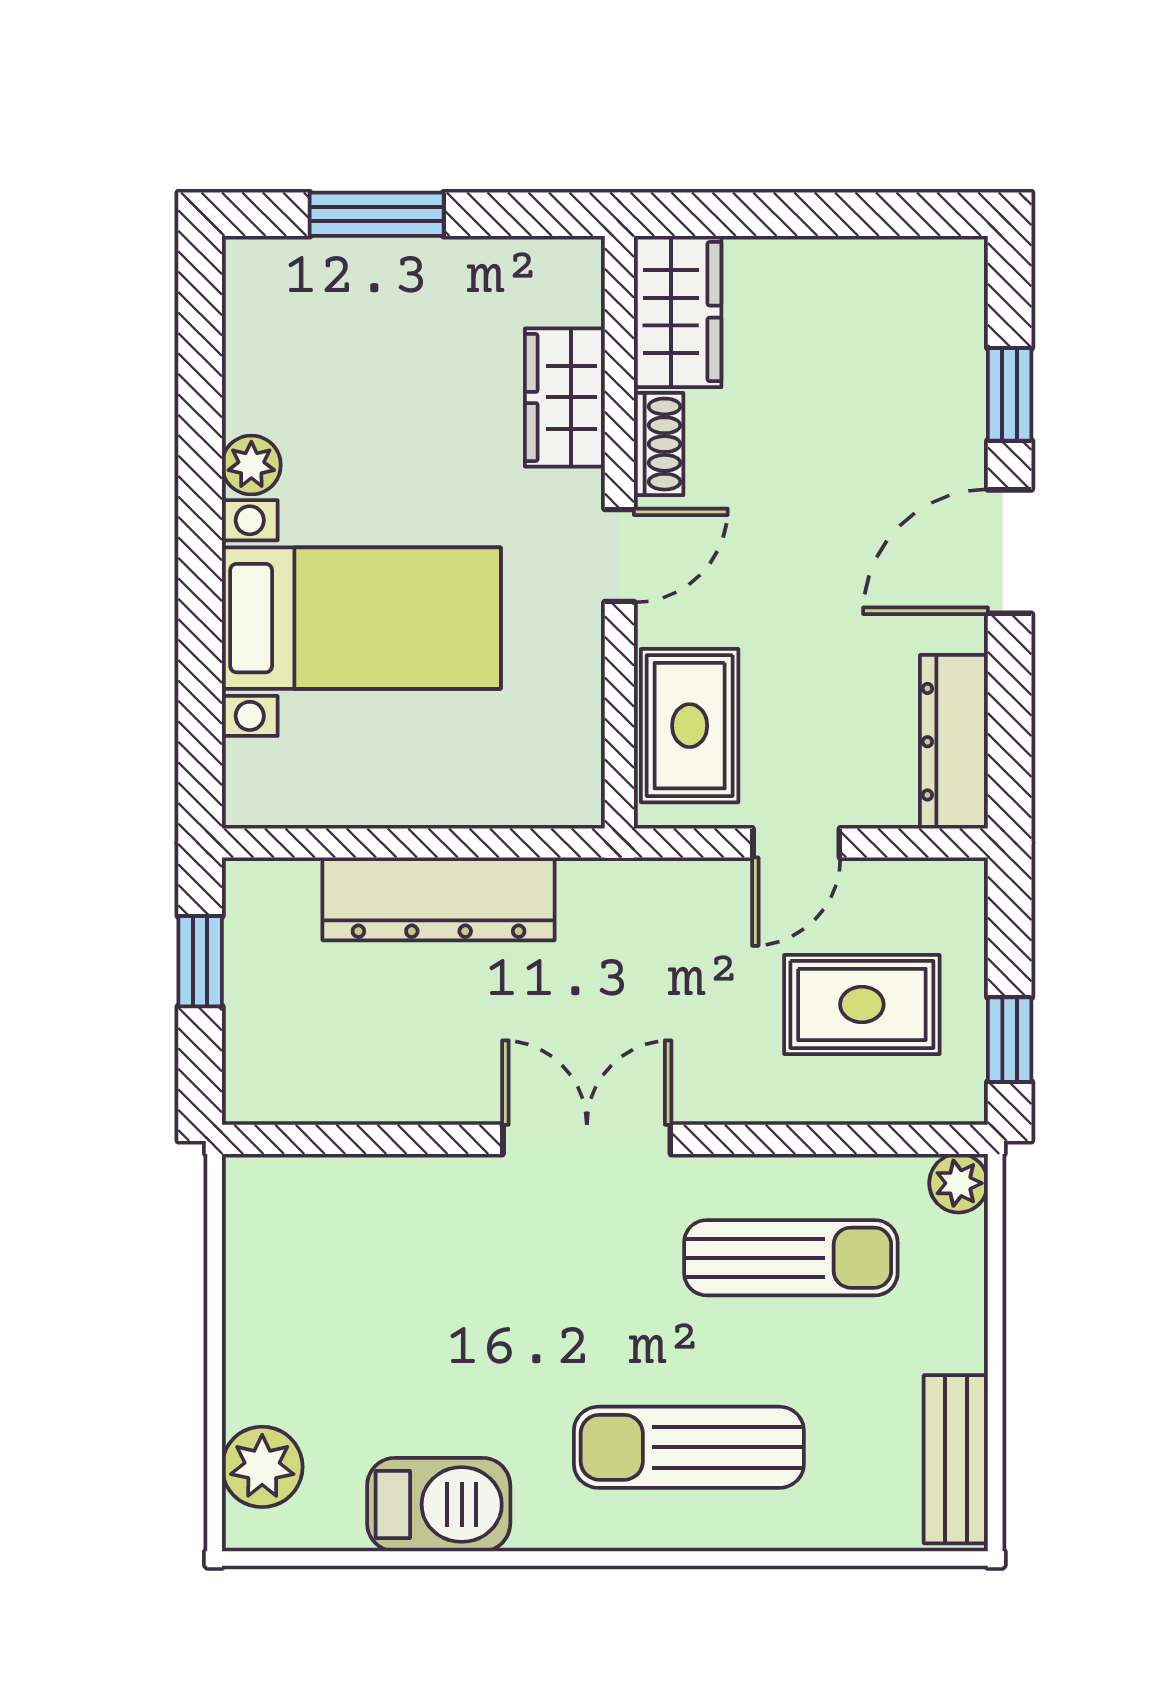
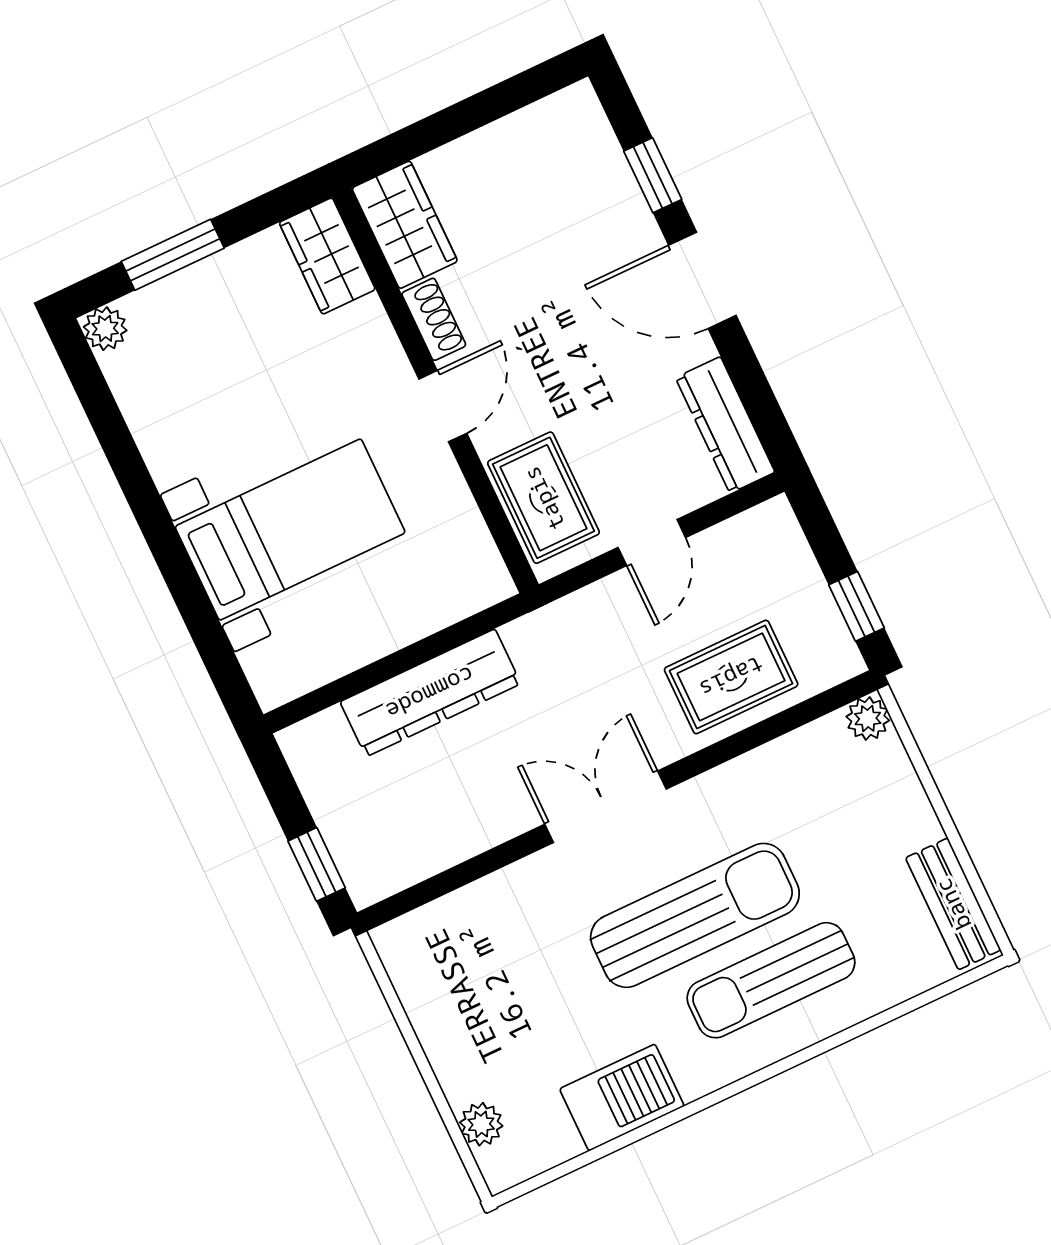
wardrobe: (565, 397) -> (327, 256), moved
plant: (251, 465) -> (105, 329), moved
door: (1010, 552) -> (702, 280), hinge flipped
window: (200, 961) -> (317, 864), moved
rug: (862, 1004) -> (731, 677), moved
sun lounger: (791, 1258) -> (695, 915), moved, width x1.36, depth x1.34
plant: (262, 1467) -> (481, 1124), width x0.73, depth x0.73

